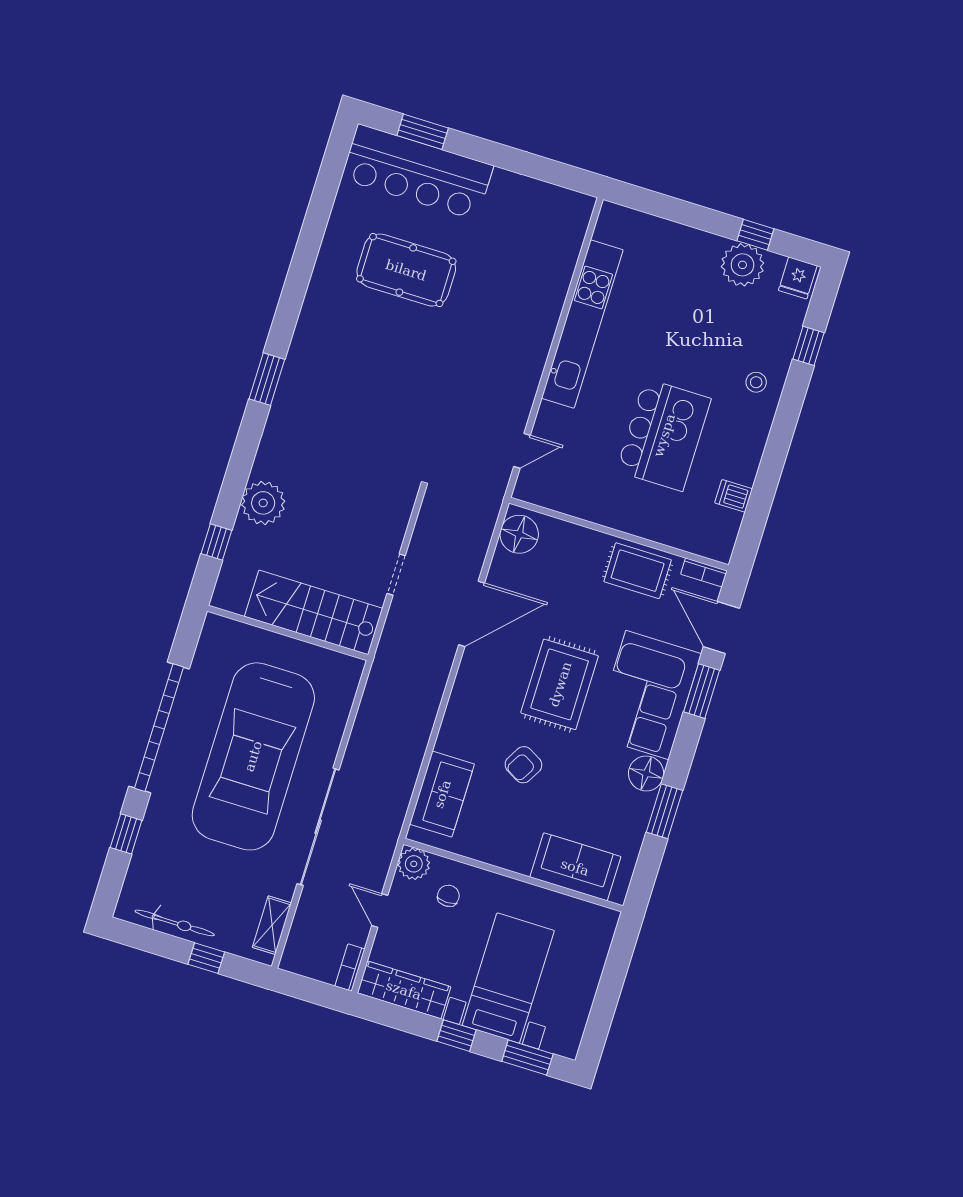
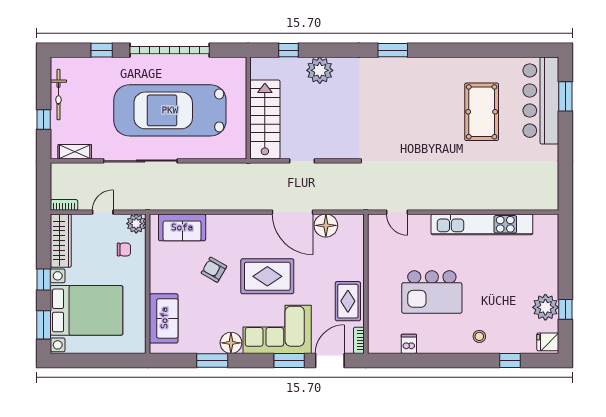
floor lamp: (519, 534) -> (326, 225), moved
bed with nightstands: (508, 978) -> (87, 310), width x1.36

